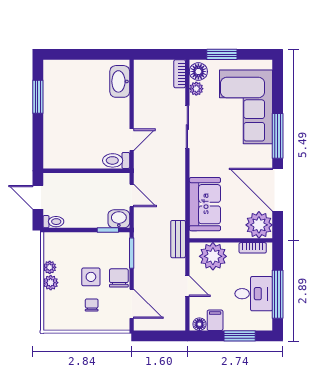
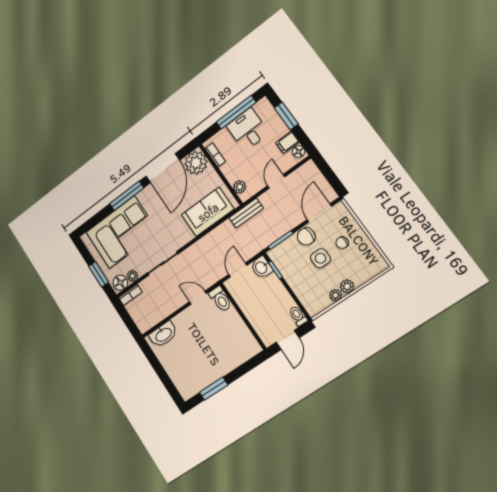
plant: (213, 256) -> (240, 187), width x0.53, depth x0.53

